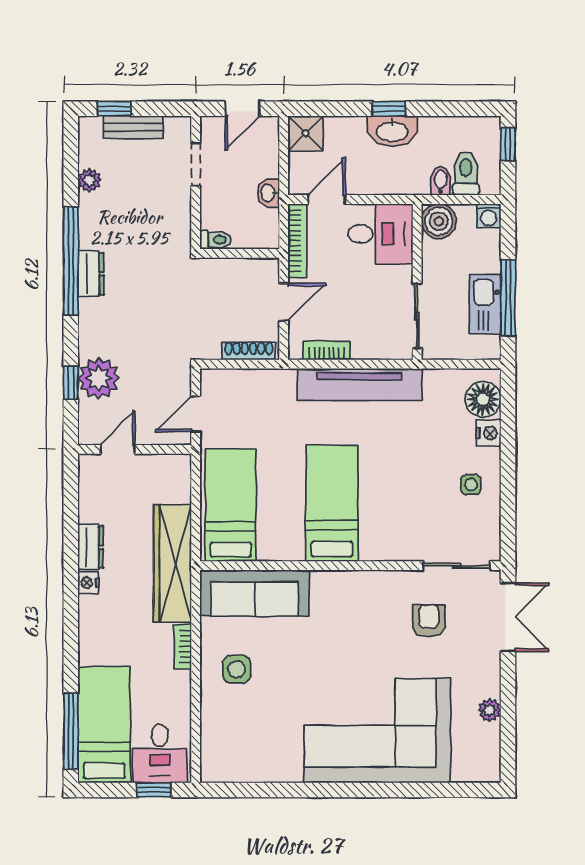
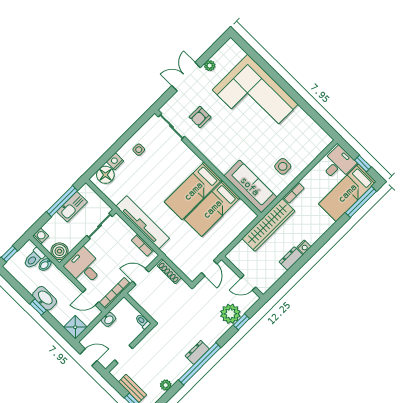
door: (196, 414) -> (209, 268), hinge flipped
bed: (231, 505) -> (212, 209), moved
double door: (508, 617) -> (186, 77), moved
window: (154, 790) -> (363, 164), moved

